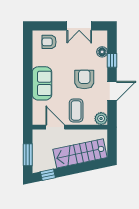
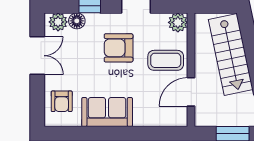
plant: (101, 40) -> (58, 22), added
sofa: (42, 83) -> (107, 112), moved

